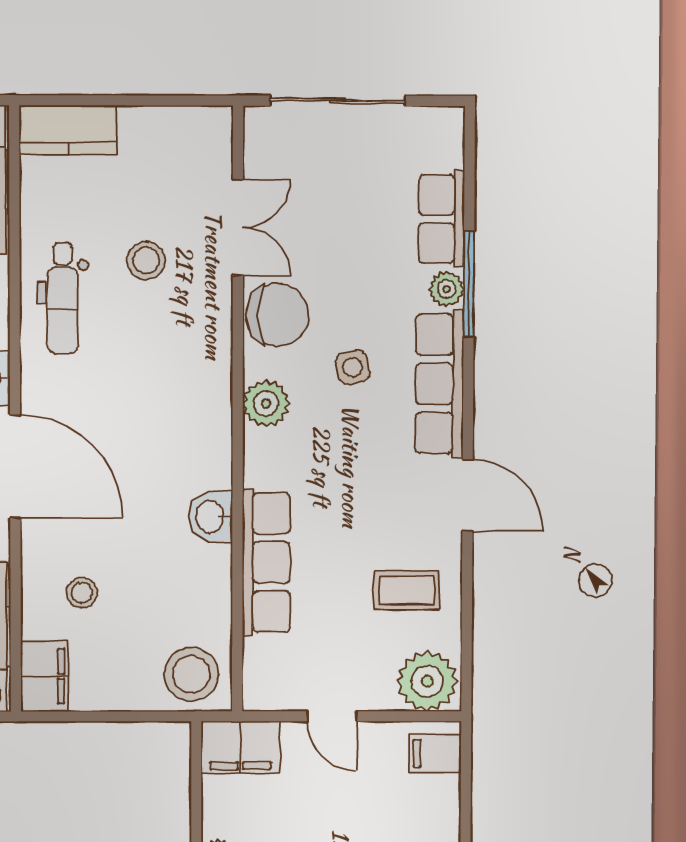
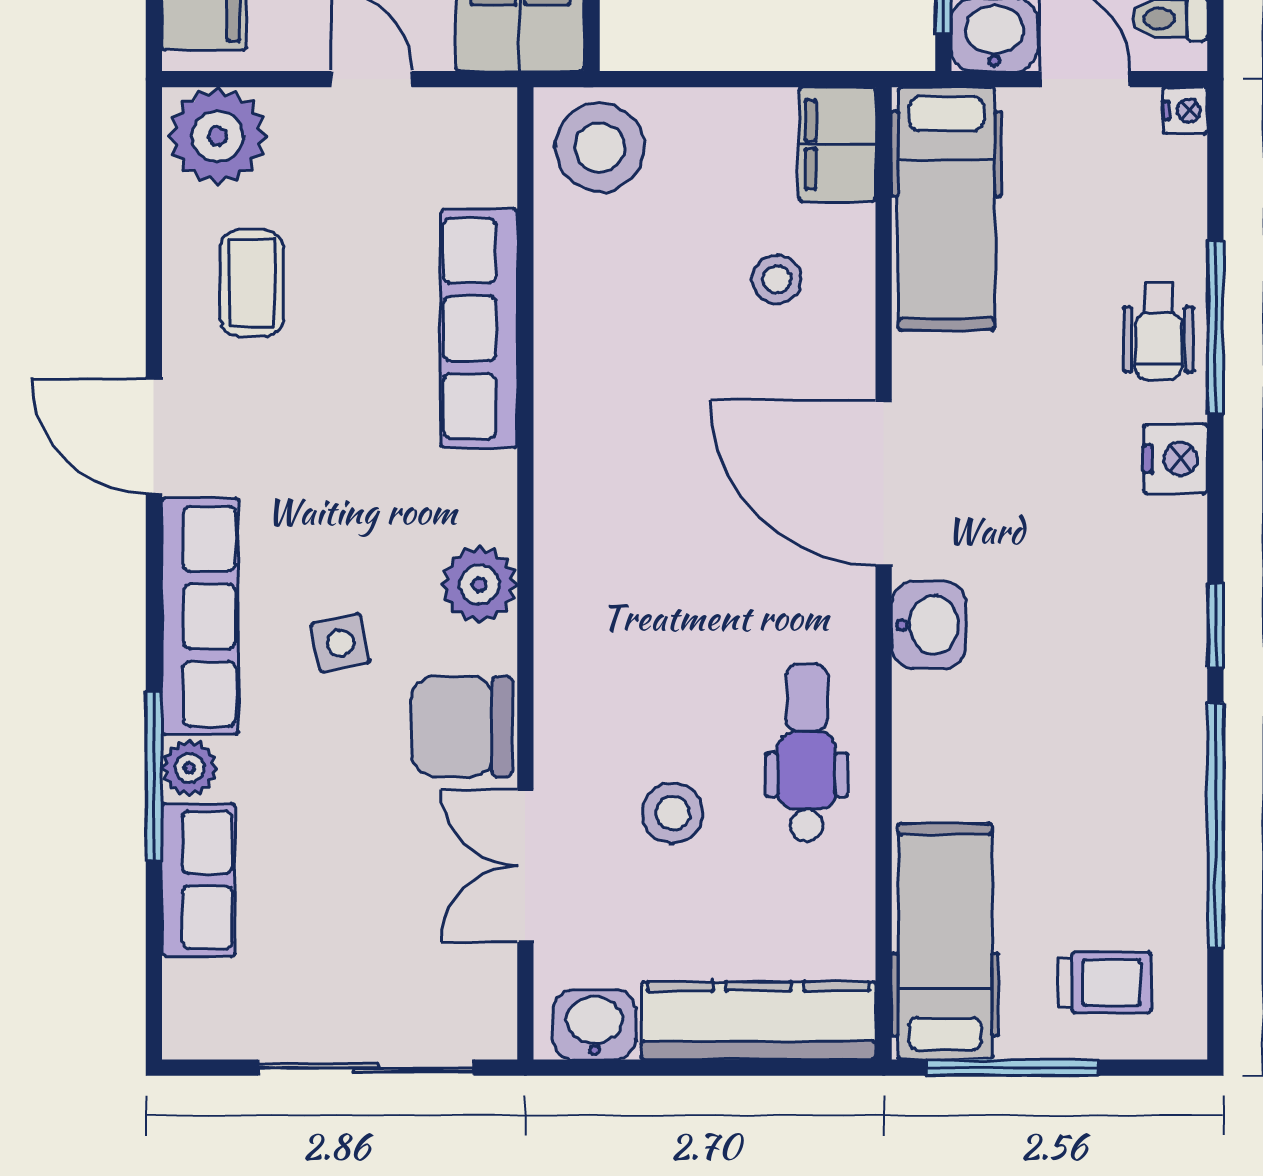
kitchen counter: (68, 130) -> (758, 1021), width x1.50
washbasin: (211, 517) -> (595, 1025), moved, turned -90
coffee table: (407, 590) -> (252, 283), turned 90

